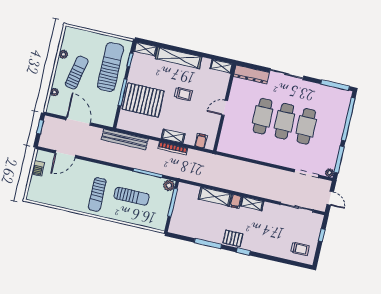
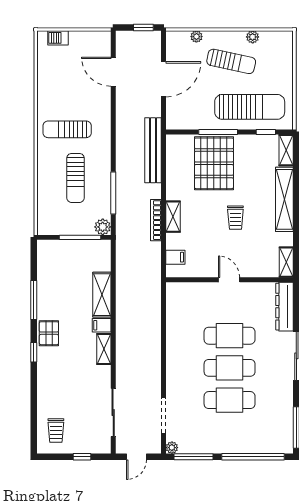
barbecue: (38, 168) -> (58, 38), moved

